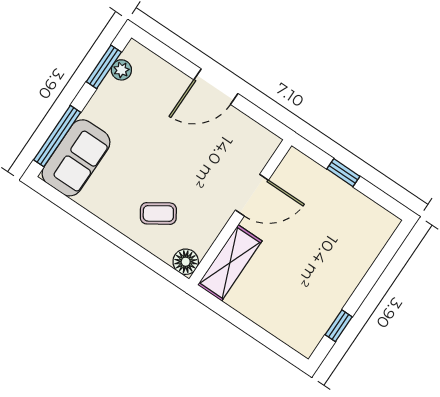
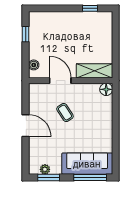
sofa: (76, 158) -> (87, 164), width x1.36
boiler: (308, 168) -> (34, 65), added
window: (343, 173) -> (26, 34), moved
coffee table: (158, 213) -> (65, 113), moved

